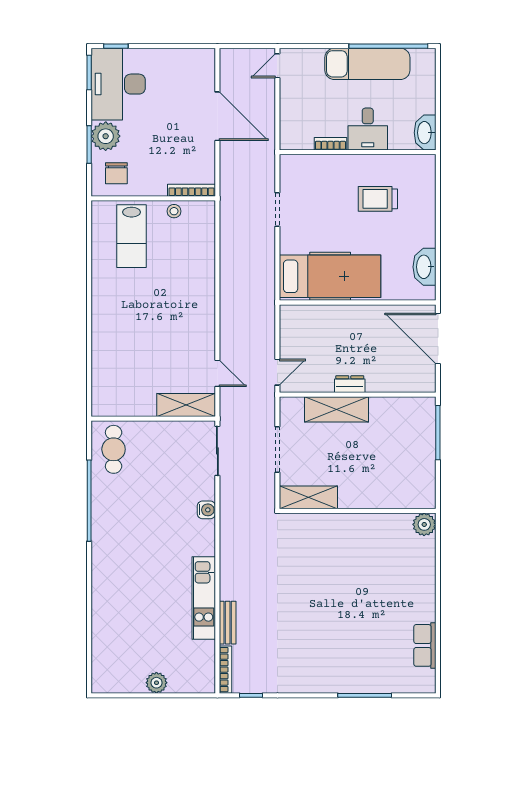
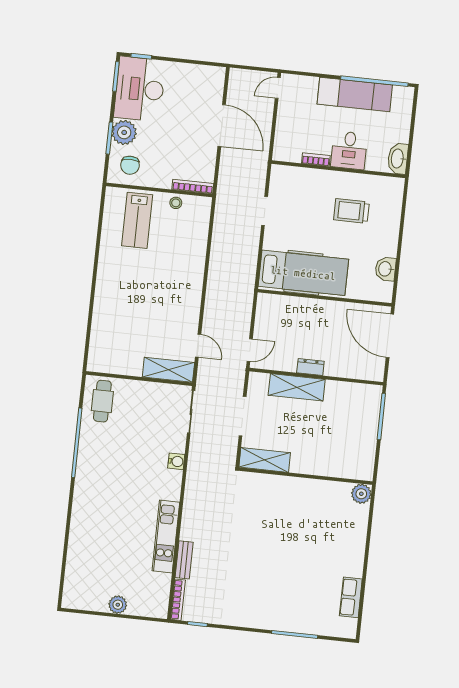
washbasin: (424, 267) -> (385, 269), width x0.72

